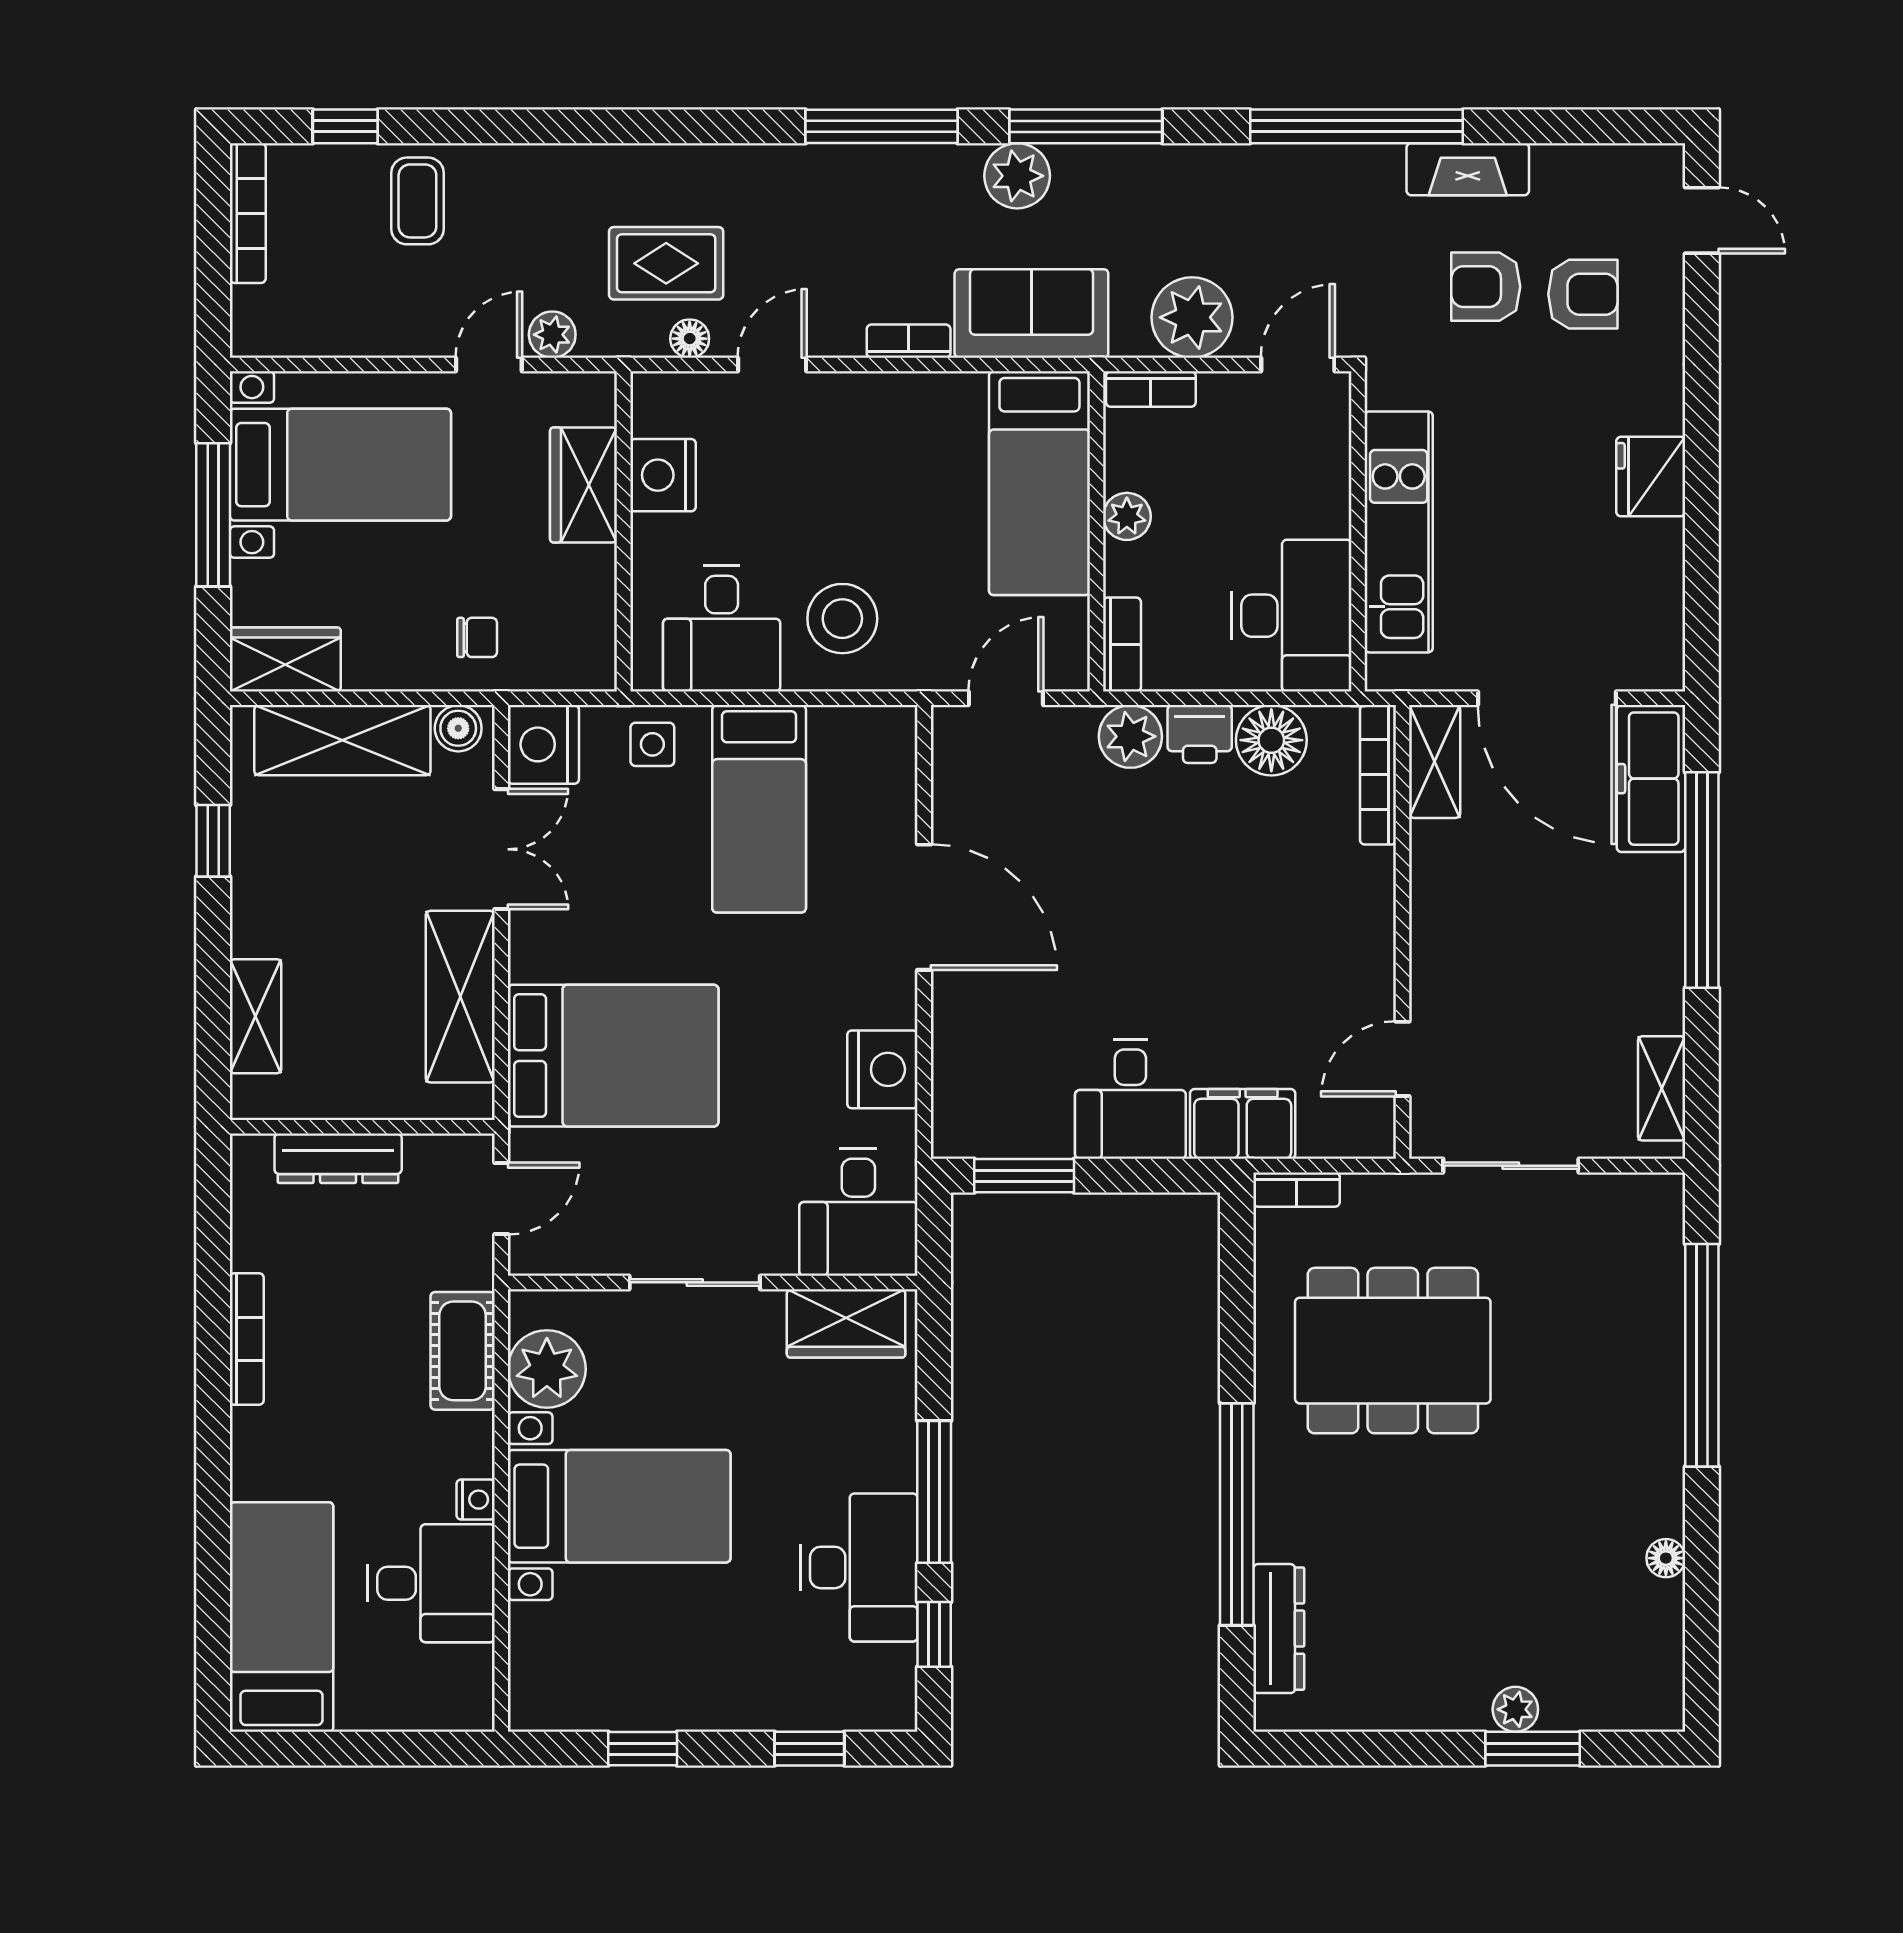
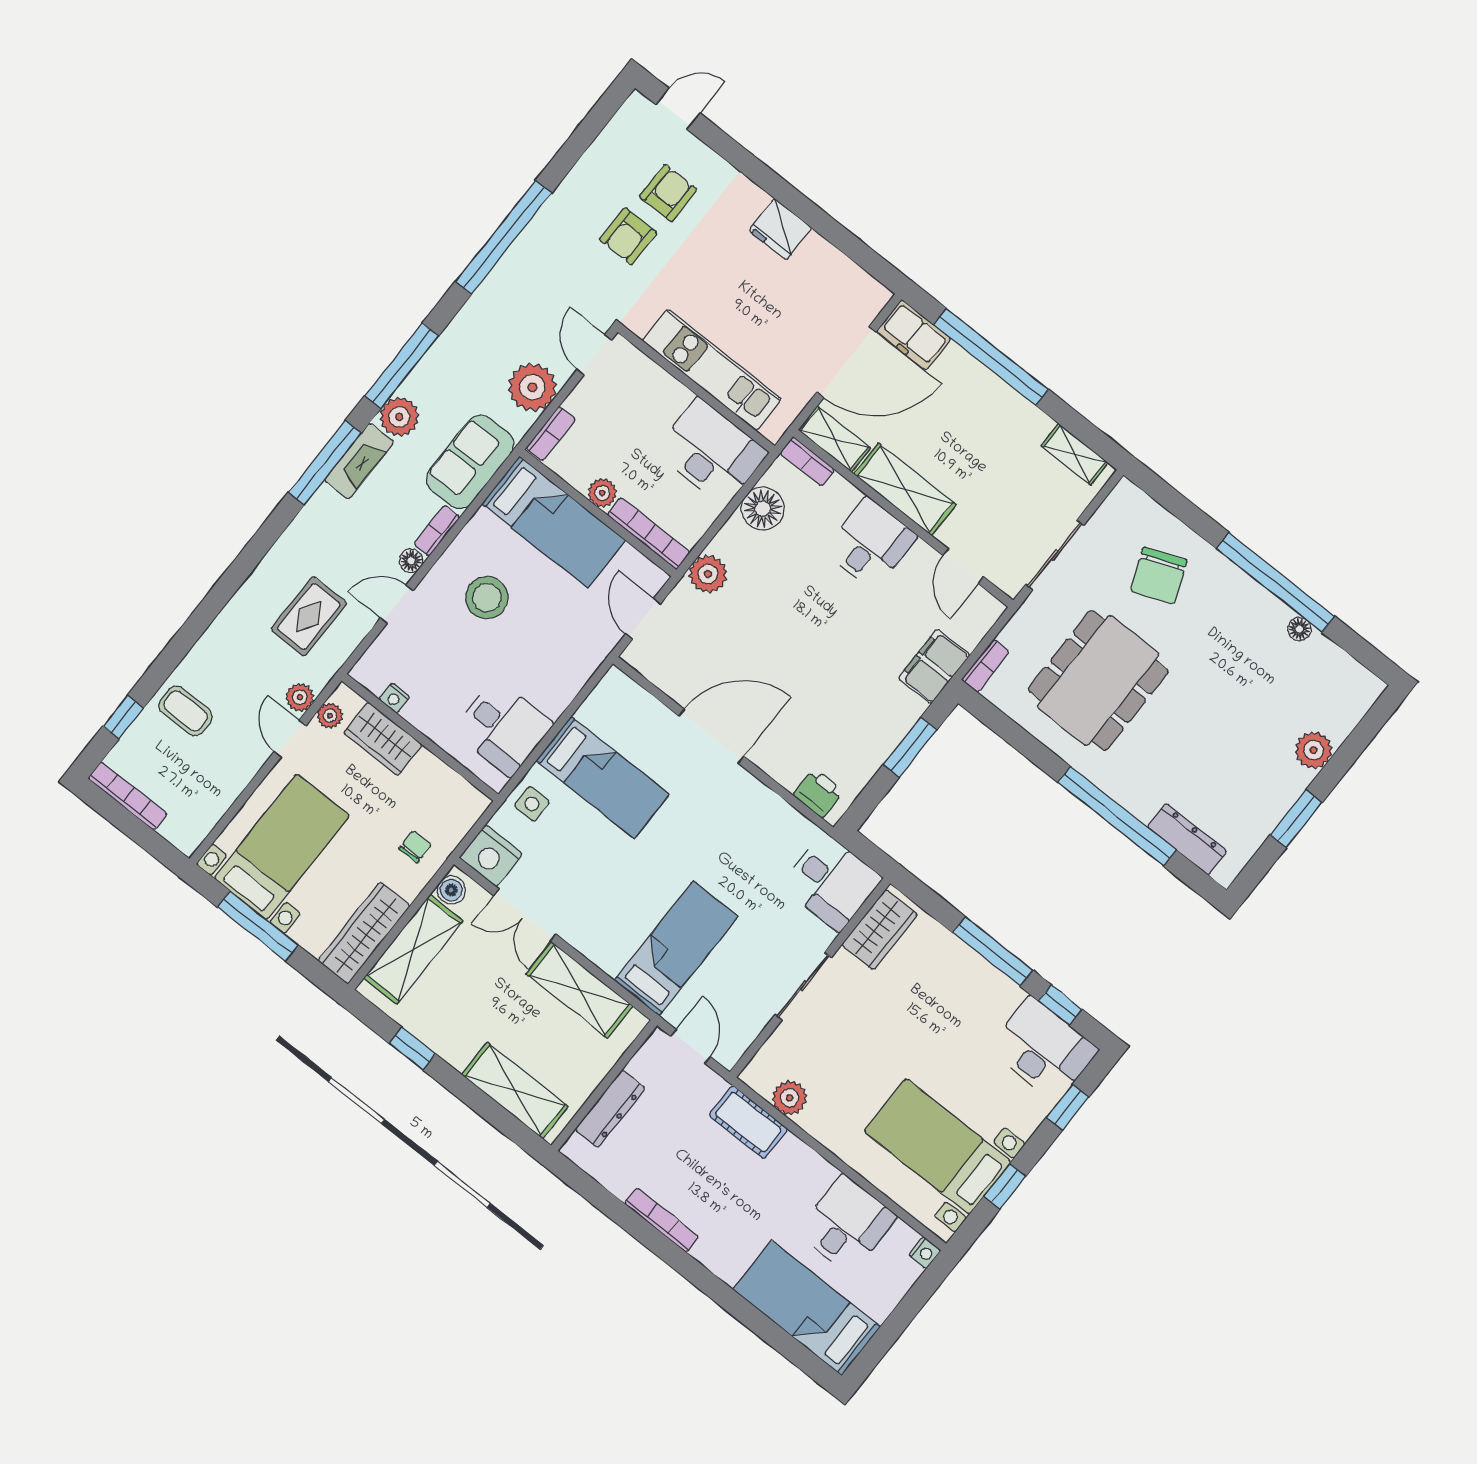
fireplace: (1468, 169) -> (359, 461), moved
floor lamp: (690, 339) -> (411, 561), moved
door: (772, 365) -> (397, 604), hinge flipped
plant: (559, 392) -> (330, 716), added
nightstand: (663, 475) -> (395, 698), width x0.53, depth x0.56
stool: (842, 619) -> (487, 598), moved
bookcase: (1122, 645) -> (649, 533), width x1.56
wardrobe: (285, 660) -> (364, 933), width x1.50
printer: (1200, 734) -> (818, 793), moved, turned -90
bookcase: (1378, 775) -> (807, 462), width x0.64
freezer: (1651, 779) -> (914, 335), width x0.71
double door: (501, 849) -> (525, 915), swing flipped
shelving: (1442, 905) -> (905, 489), added
shelving: (256, 1016) -> (515, 1090), width x1.50, depth x1.33
bed: (613, 1056) -> (676, 948), width x0.67
nightstand: (882, 1069) -> (773, 817), removed
desk: (1130, 1099) -> (870, 544), moved, turned -90
window: (1024, 1176) -> (910, 747), moved
chair: (1591, 1321) -> (1159, 576), added
window: (1702, 1355) -> (1276, 582), moved
plant: (547, 1369) -> (790, 1098), width x0.73, depth x0.73
nightstand: (476, 1500) -> (925, 1253), moved, turned 90
bed with nightstands: (619, 1506) -> (938, 1146), moved, turned -90
desk: (859, 1567) -> (1043, 1049), moved
plant: (1515, 1709) -> (1314, 750), width x1.38, depth x1.38
window: (1533, 1749) -> (1296, 819), moved

